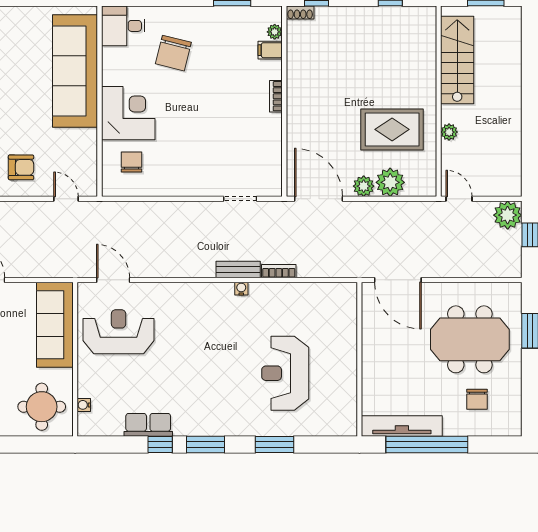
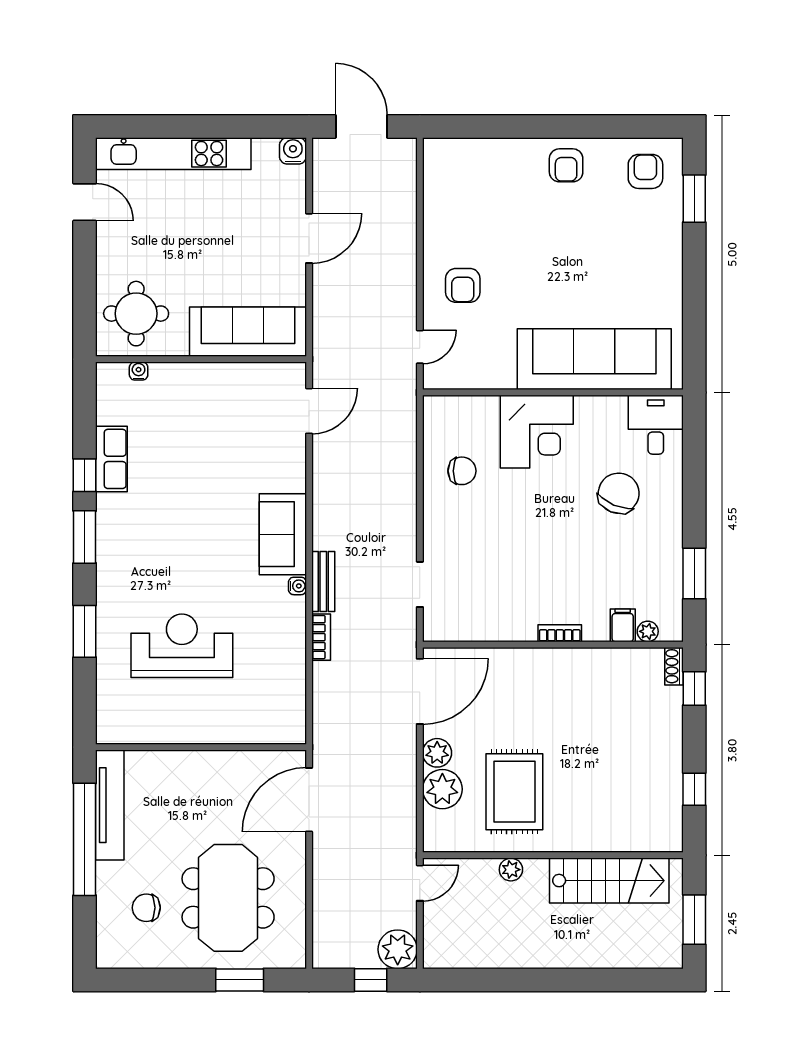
chair: (173, 53) -> (619, 493), turned 99
chair: (132, 162) -> (462, 471), moved
sofa: (203, 299) -> (283, 534), added
reception desk: (119, 332) -> (238, 418), removed

